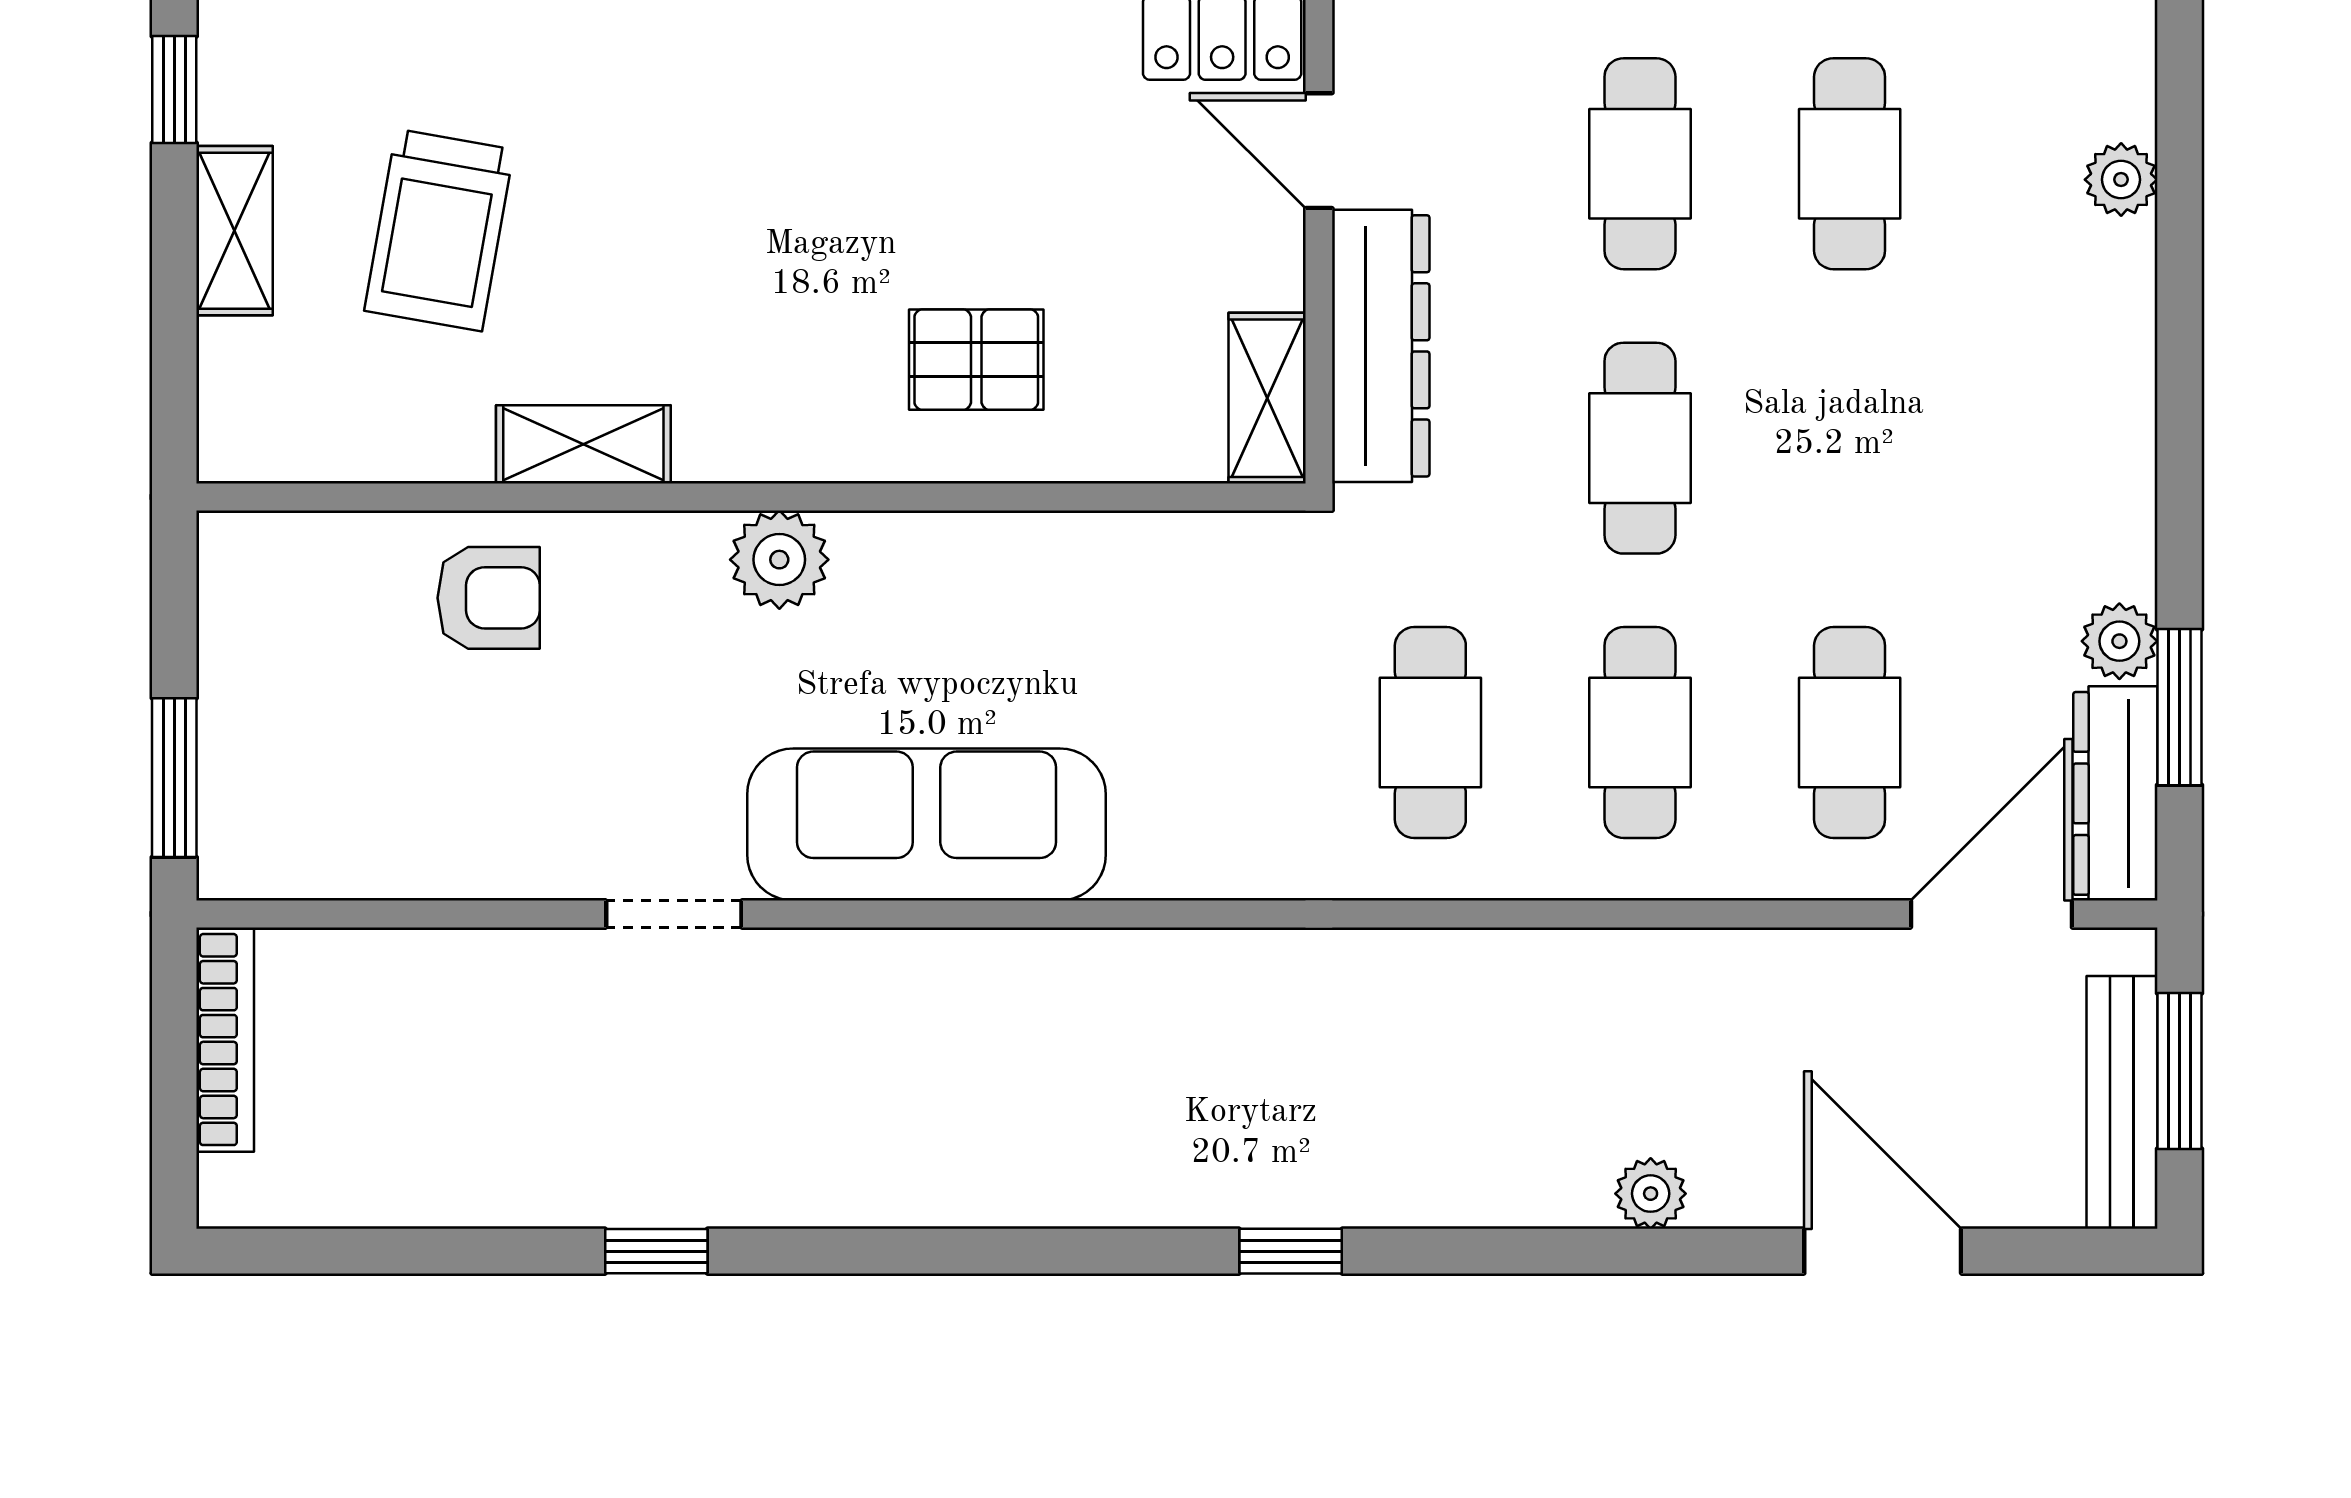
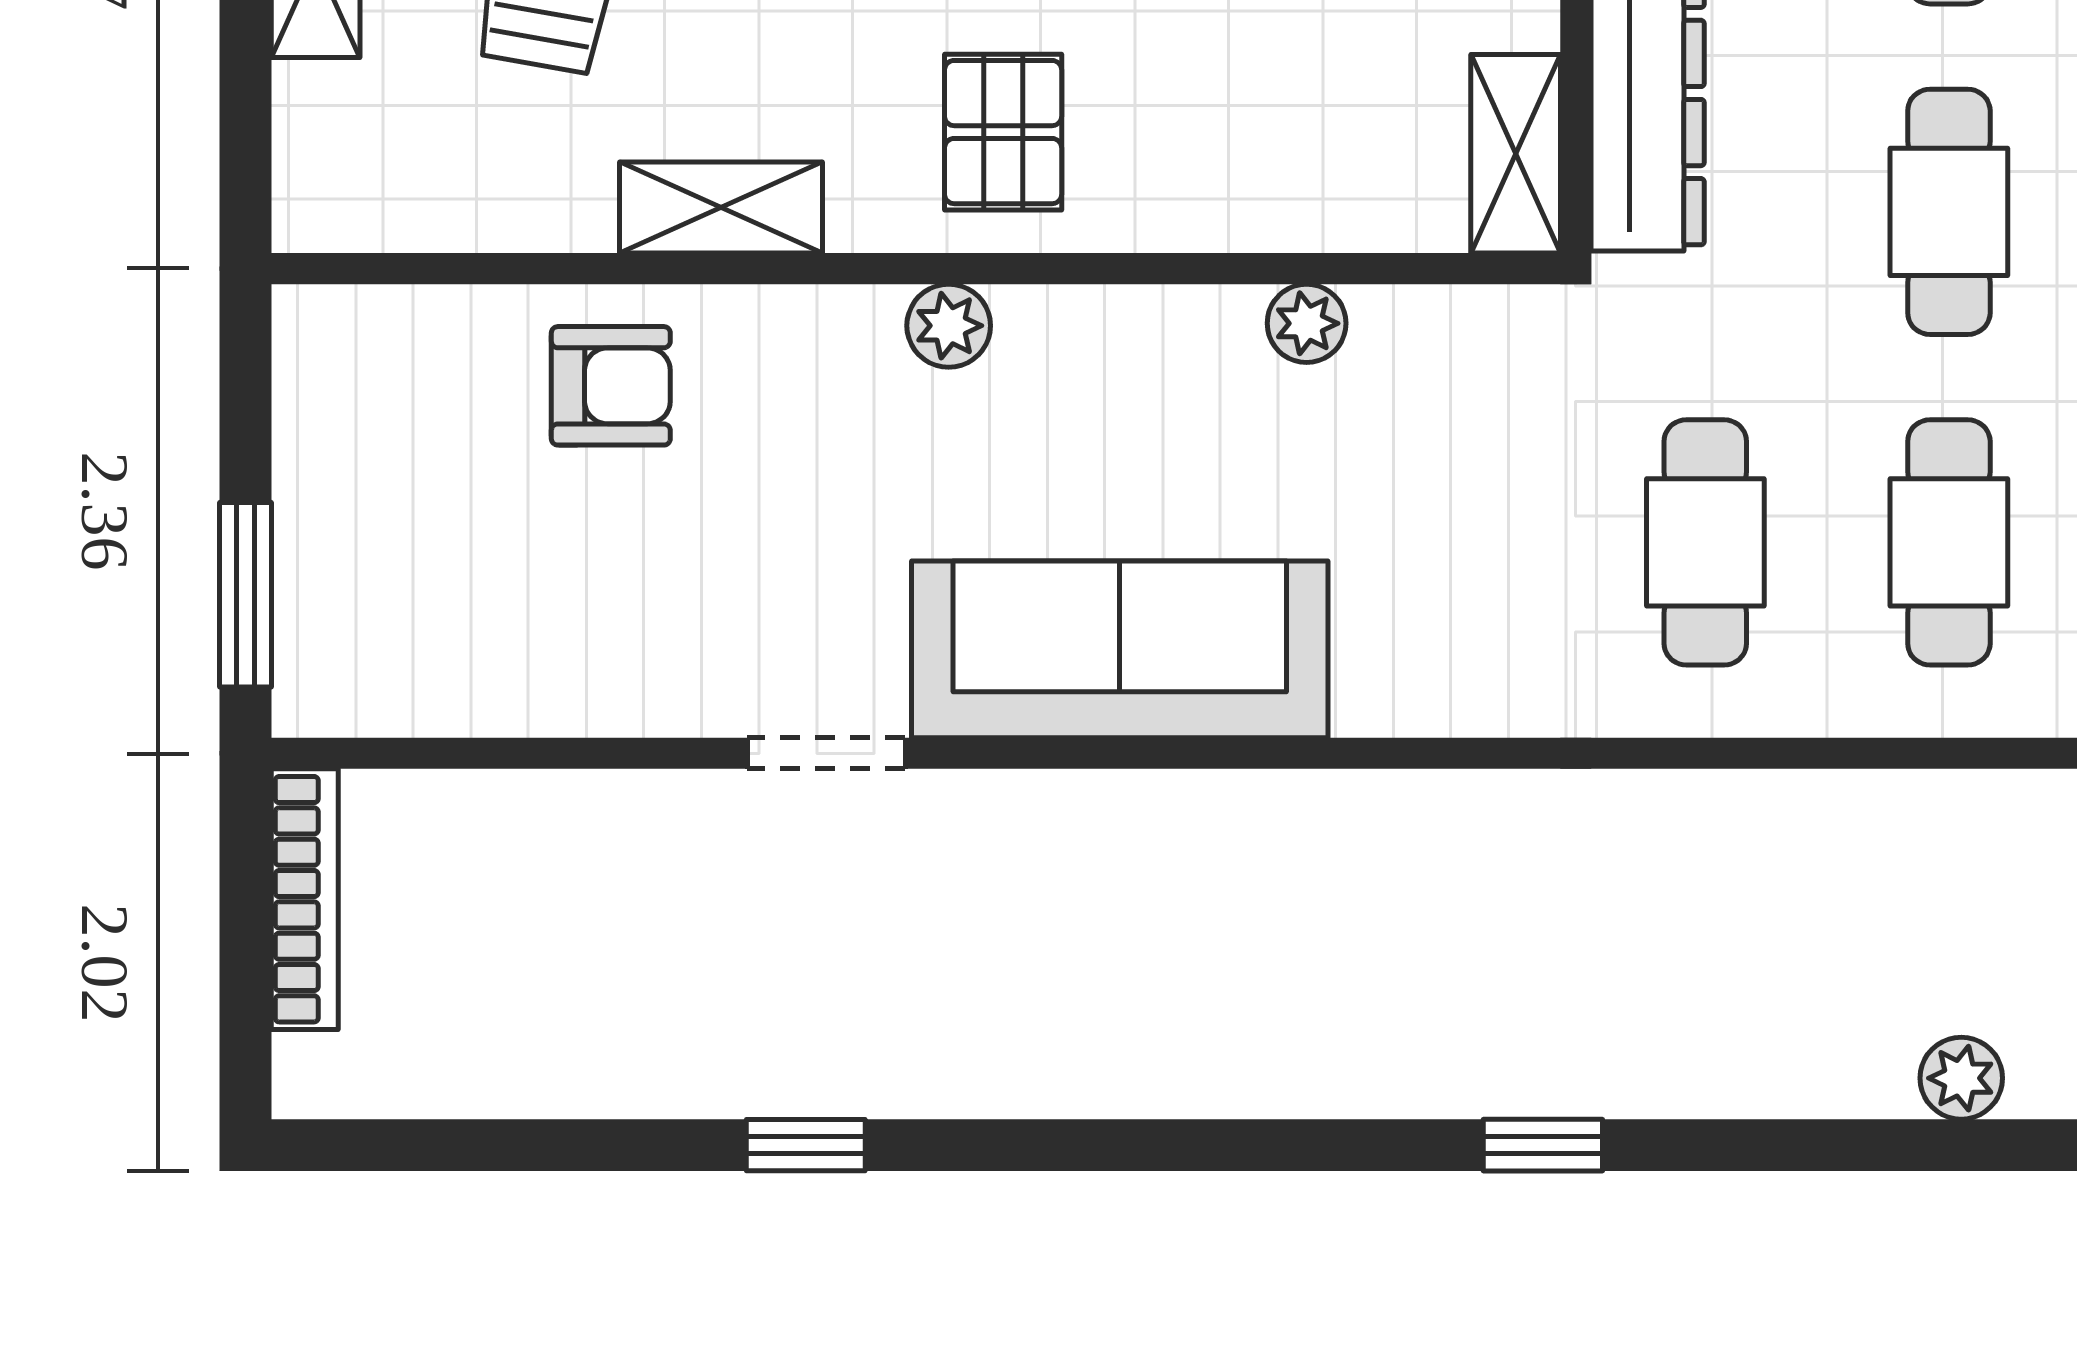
pallet: (976, 360) -> (1003, 132), moved, turned 90
plant: (1087, 544) -> (1307, 323), added
plant: (779, 560) -> (949, 326), width x0.73, depth x0.73

